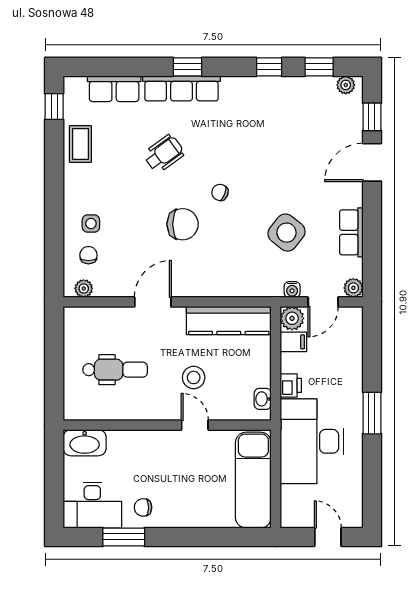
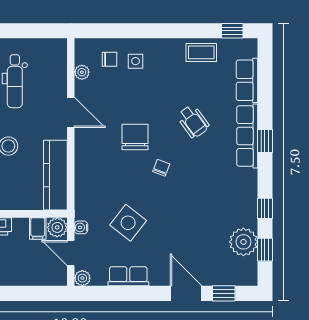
plant: (346, 85) -> (243, 242), moved, width x1.87, depth x1.87
chair: (183, 224) -> (135, 137), turned 180
plant: (84, 288) -> (82, 72), moved

